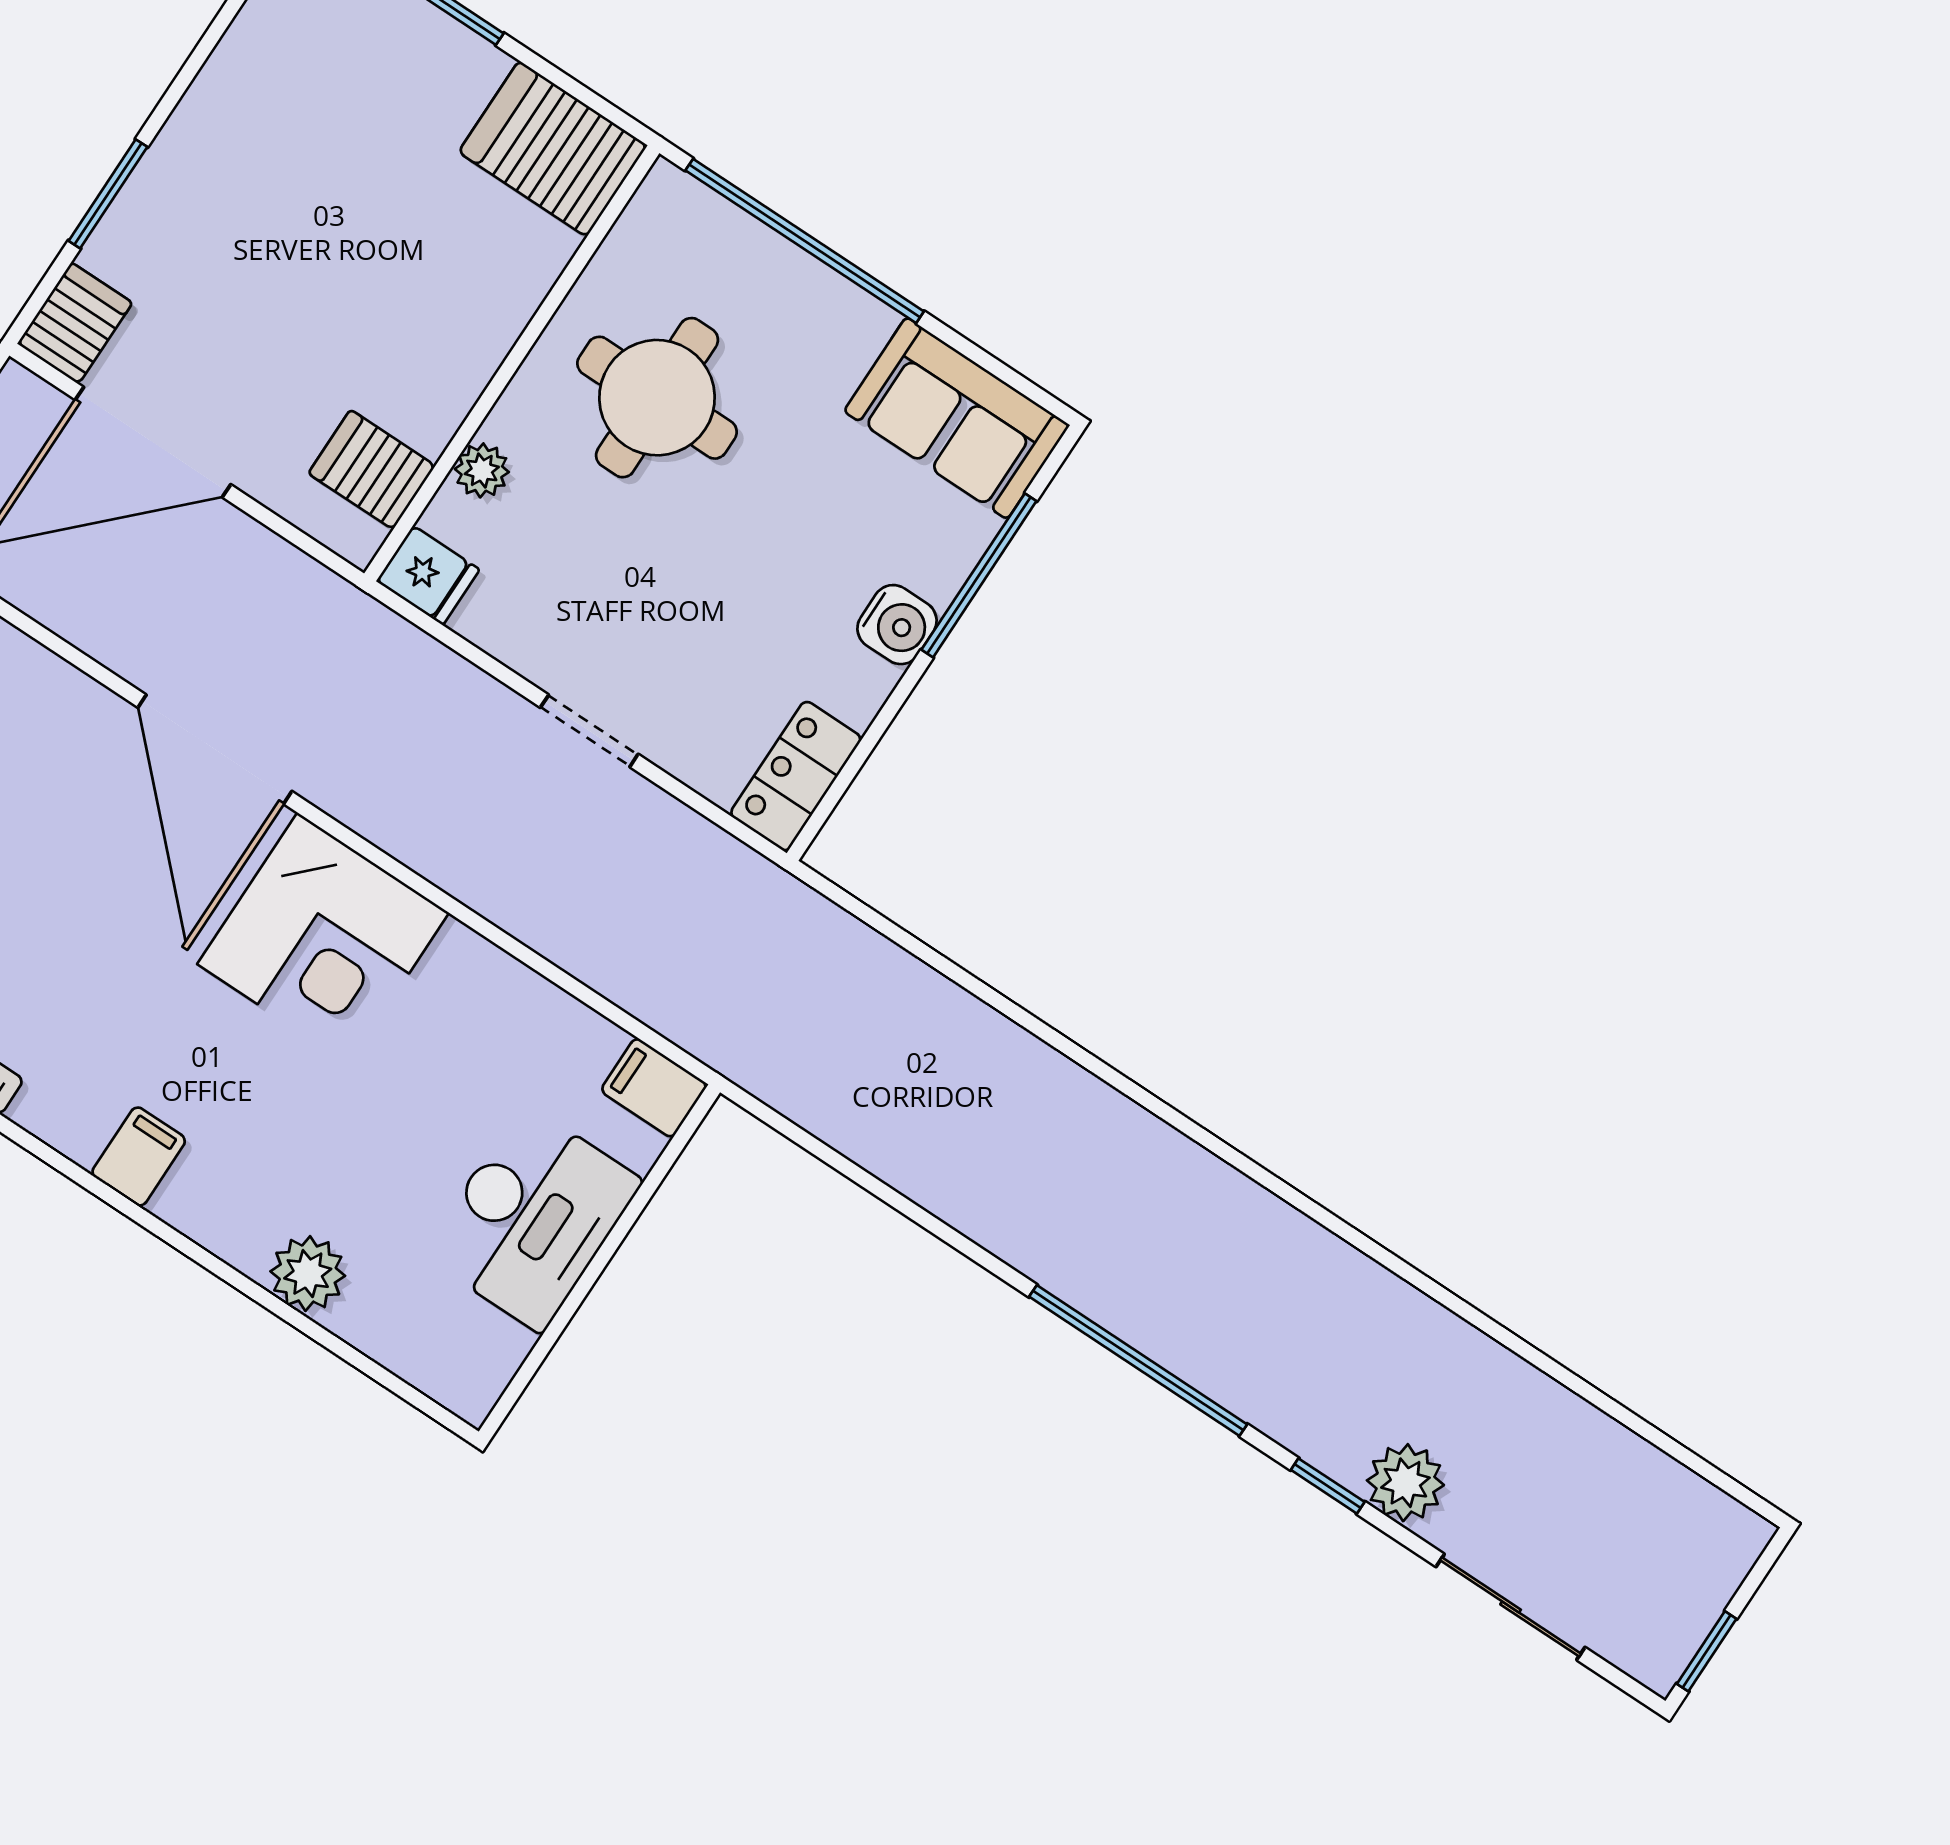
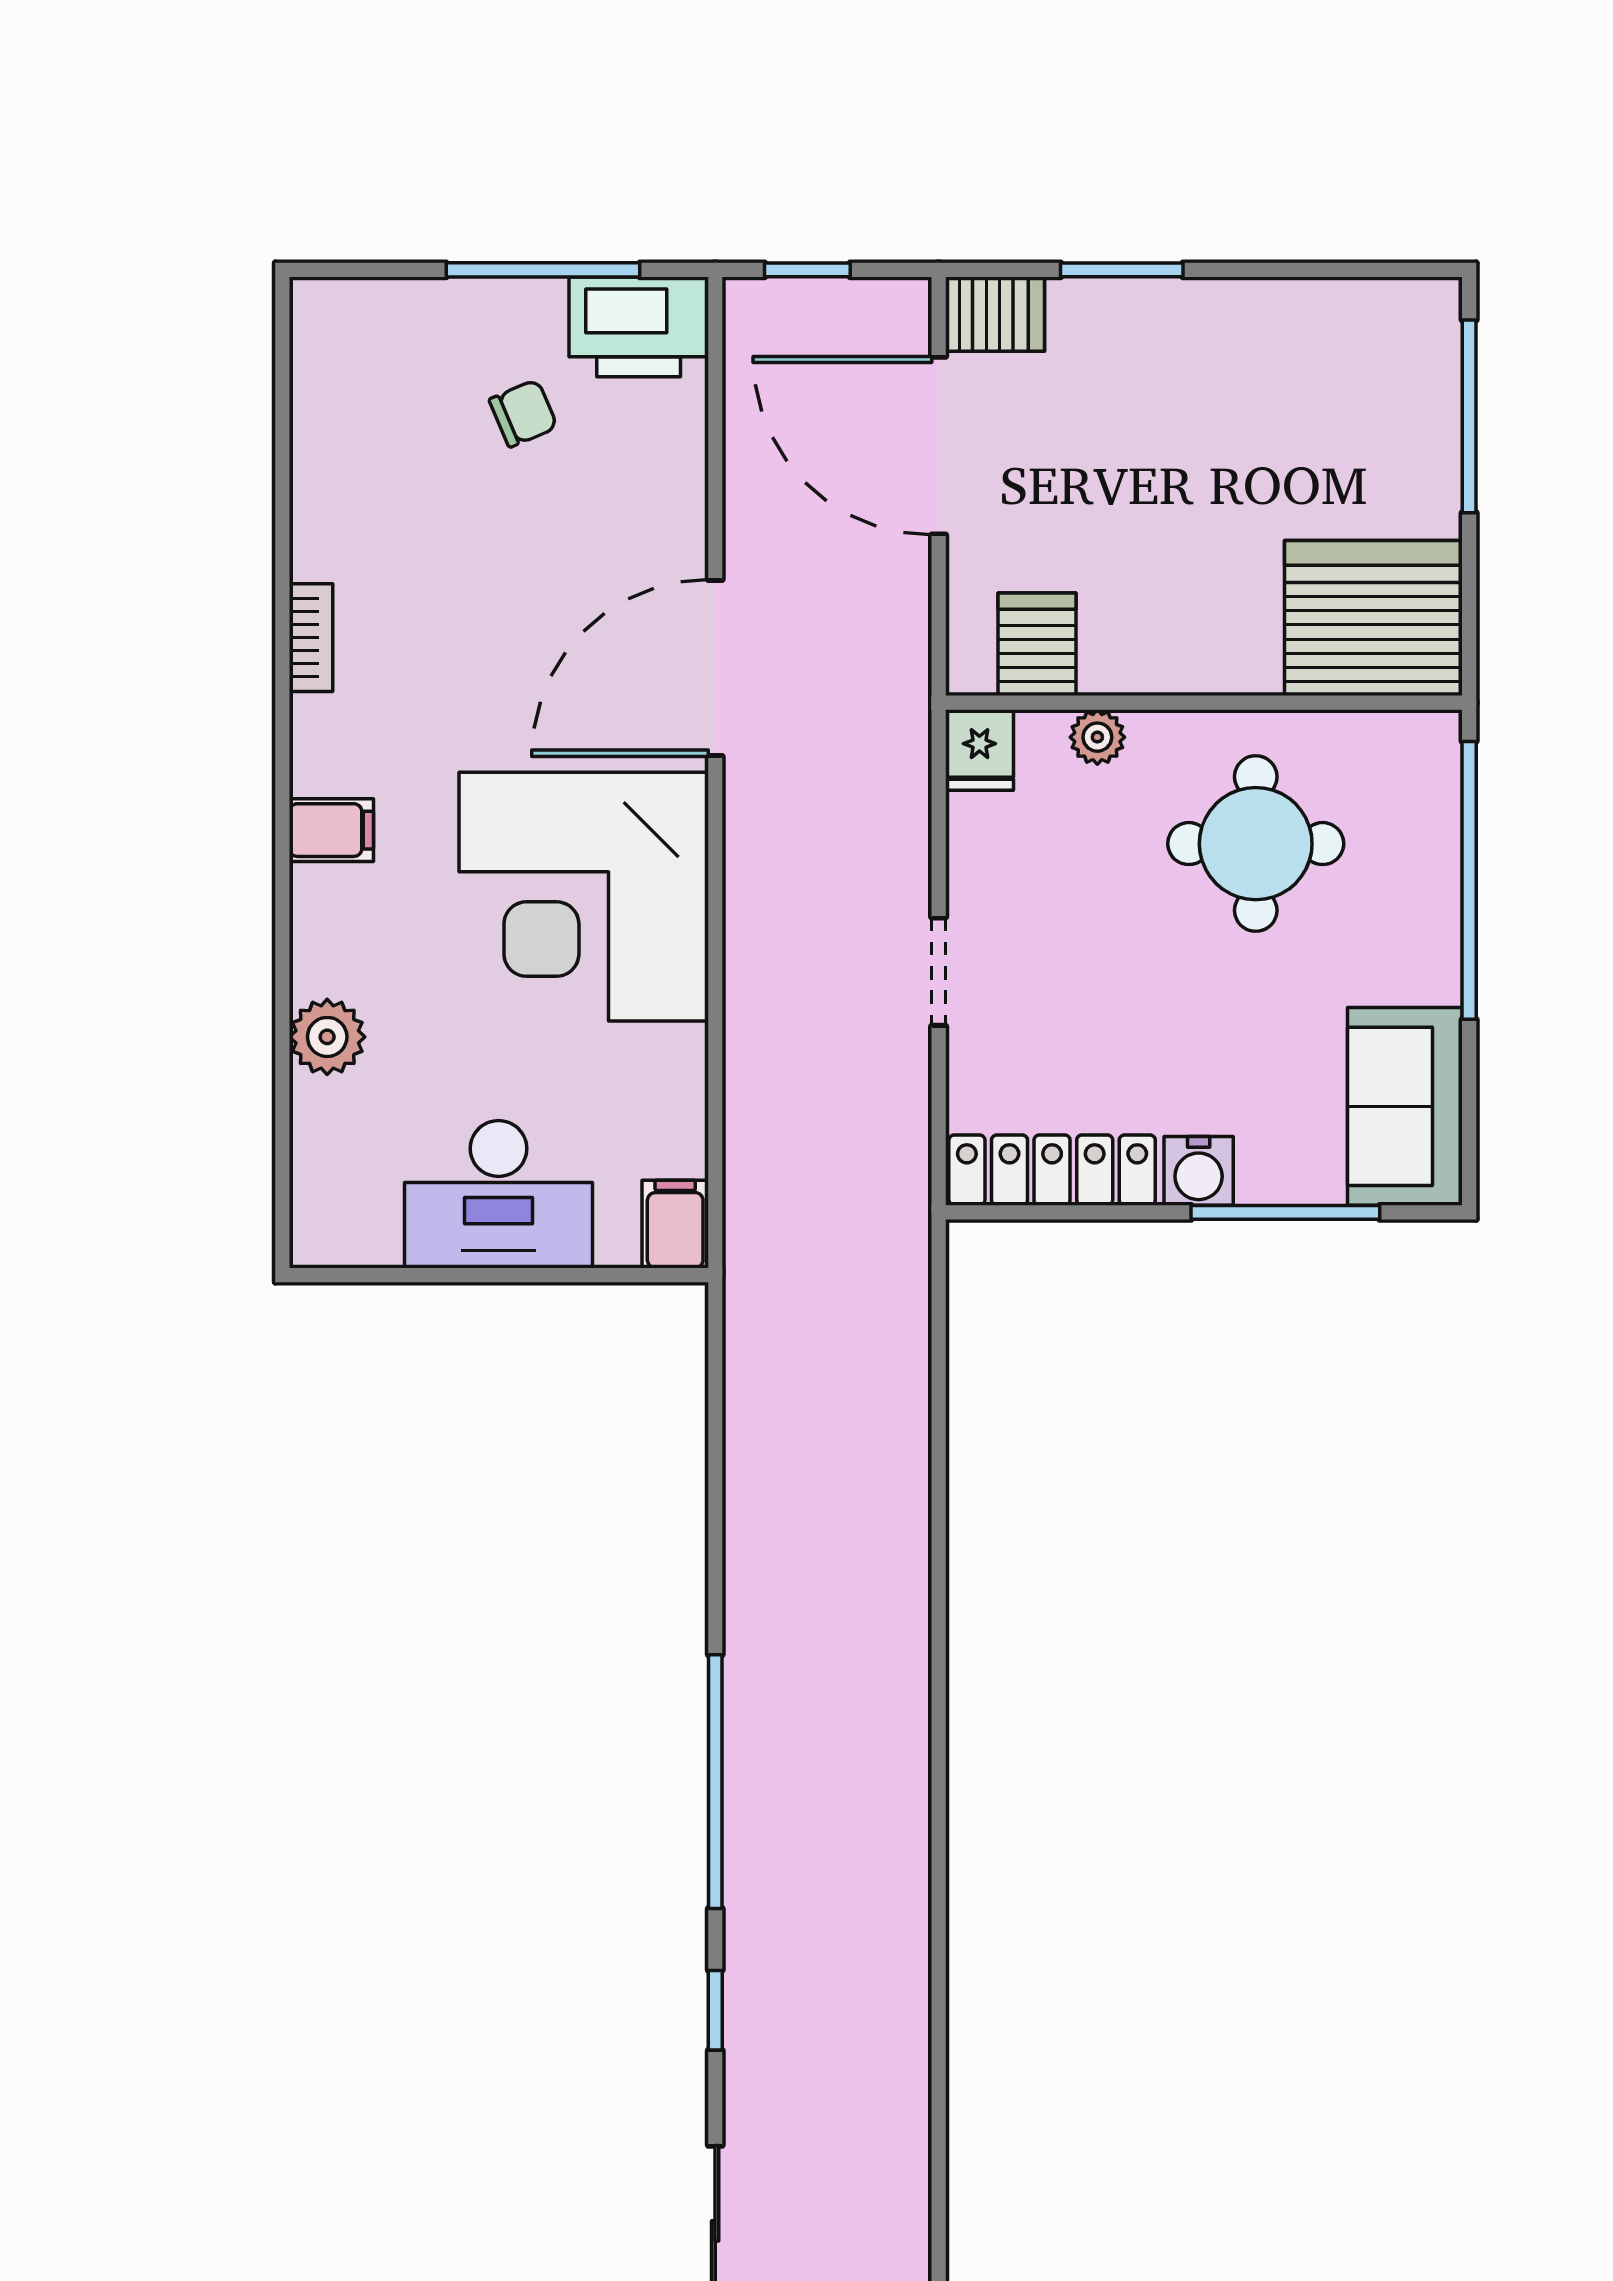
server rack: (553, 149) -> (1373, 618), width x1.60
locker: (796, 776) -> (1052, 1170), width x1.53
corner desk: (323, 938) -> (584, 897), width x1.36, depth x1.36
plant: (1405, 1483) -> (761, 2074), removed

